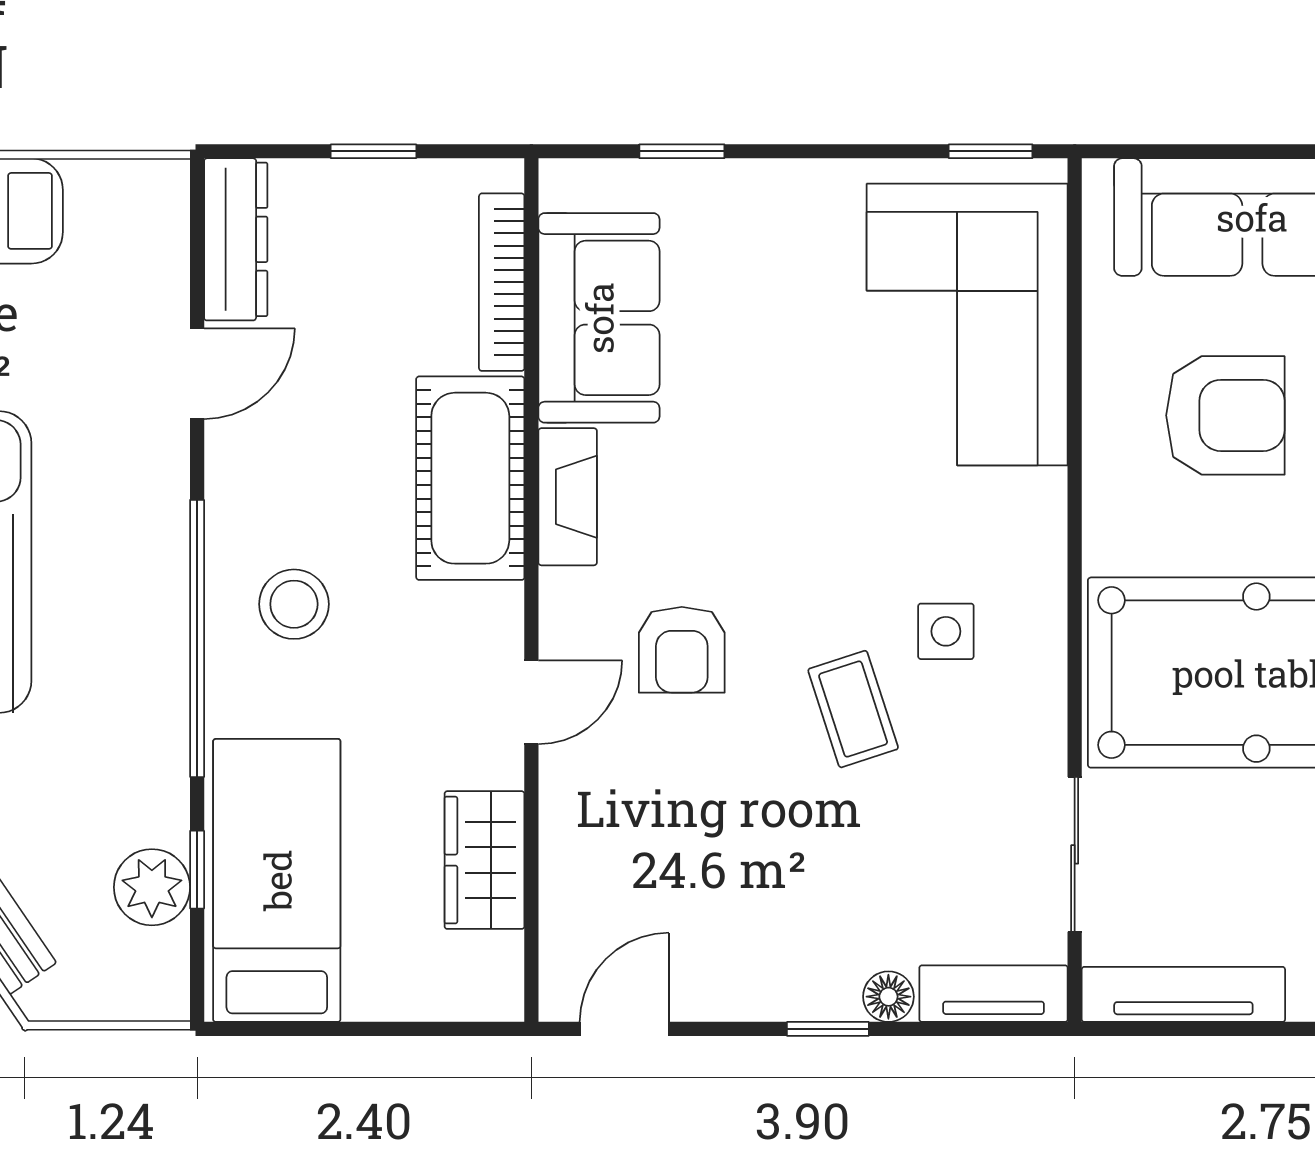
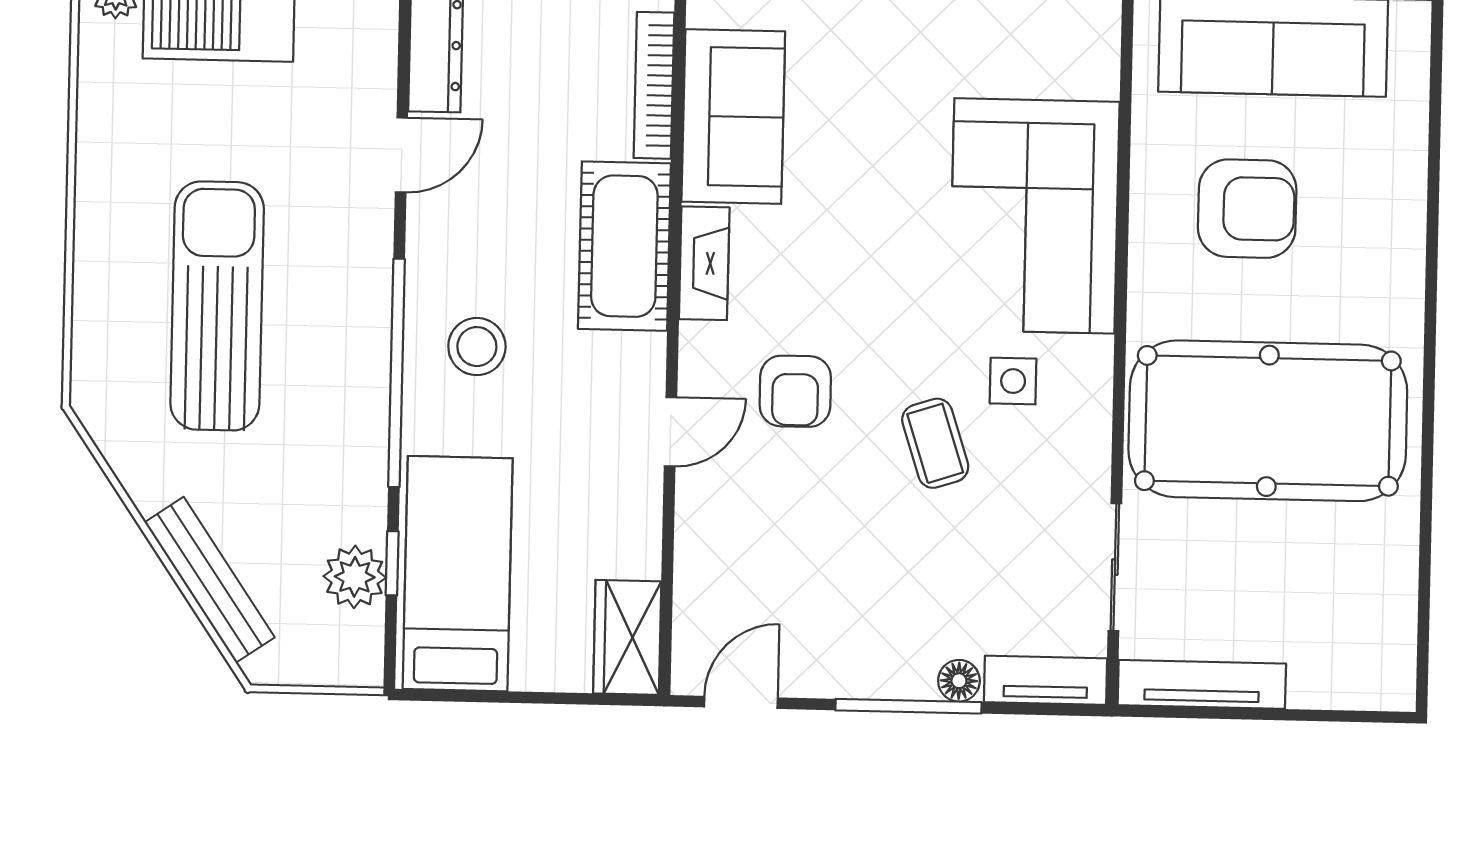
corner sofa: (967, 325) -> (1034, 216), moved
wardrobe: (484, 860) -> (627, 637), moved
window: (828, 1029) -> (908, 706), width x2.17

